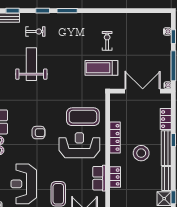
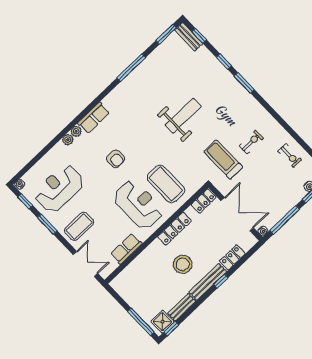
exercise bike: (35, 31) -> (290, 155), moved
weight bench: (31, 64) -> (183, 116), moved
locker: (115, 177) -> (204, 201), moved

